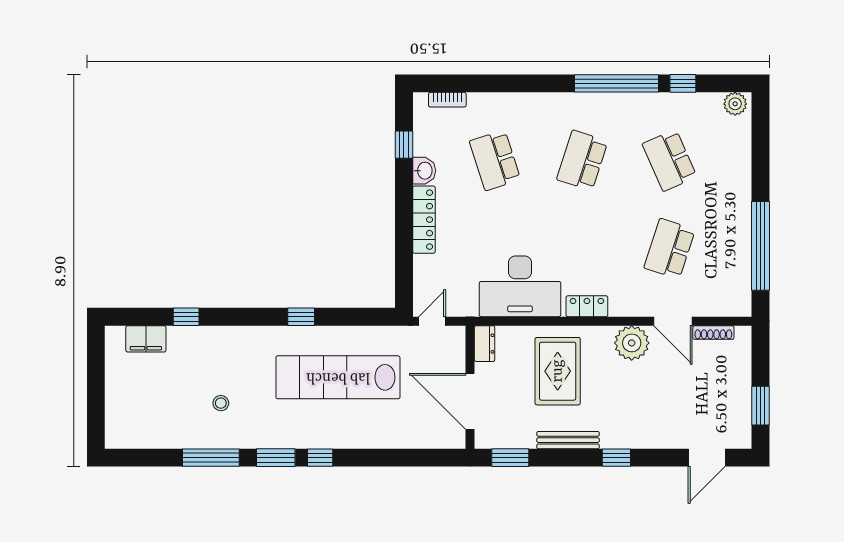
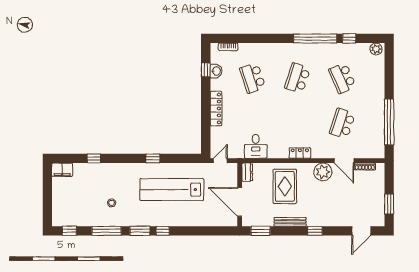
washbasin: (424, 171) -> (216, 71), moved
desk: (520, 286) -> (256, 146), width x0.53, depth x0.77
filing cabinet: (146, 339) -> (62, 170), moved
window: (138, 458) -> (69, 231), added

